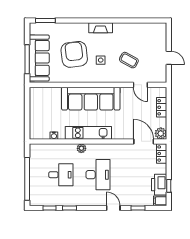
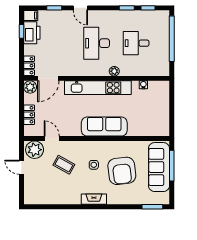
plant: (156, 74) -> (35, 150), added
sofa: (91, 99) -> (104, 127), width x0.74, depth x0.79
kitchen unit: (88, 133) -> (98, 88), width x1.36
door: (144, 141) -> (48, 78), hinge flipped

